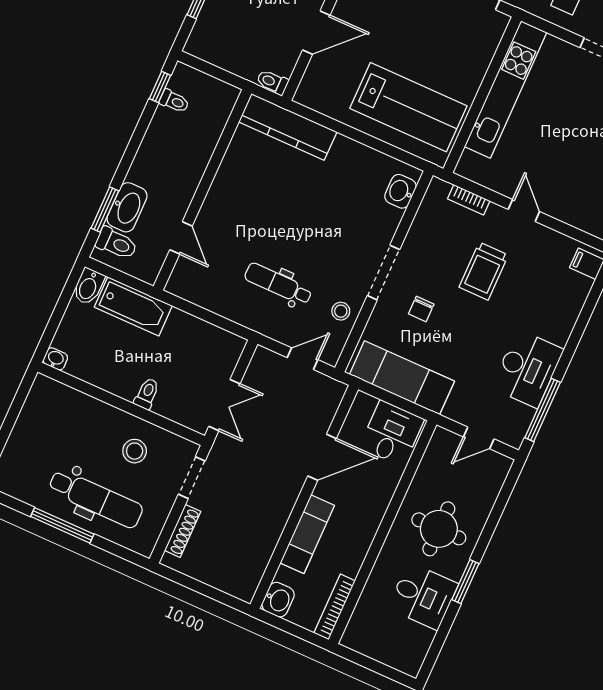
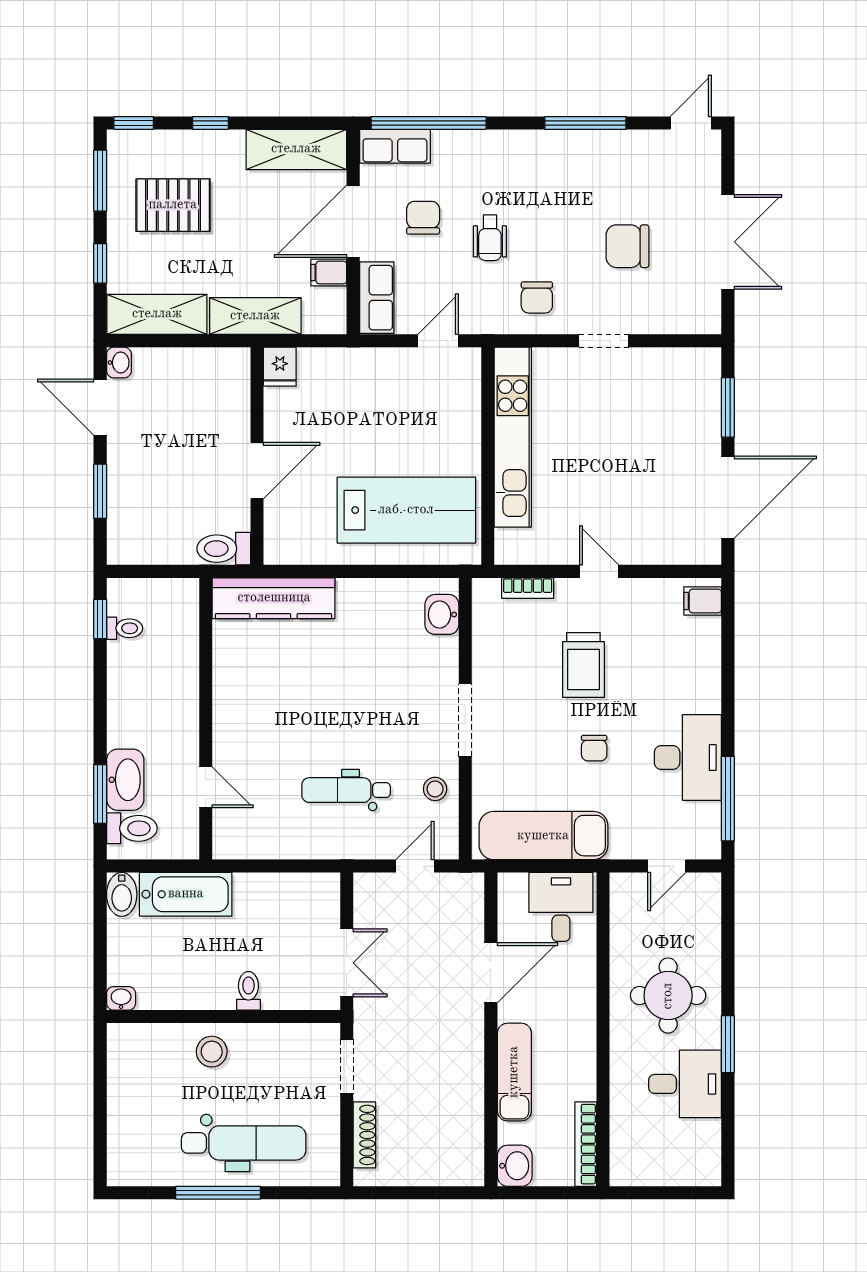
toilet: (272, 82) -> (224, 549), width x1.37, depth x1.39
chair: (421, 309) -> (594, 748), moved
stool: (135, 451) -> (212, 1052), moved

